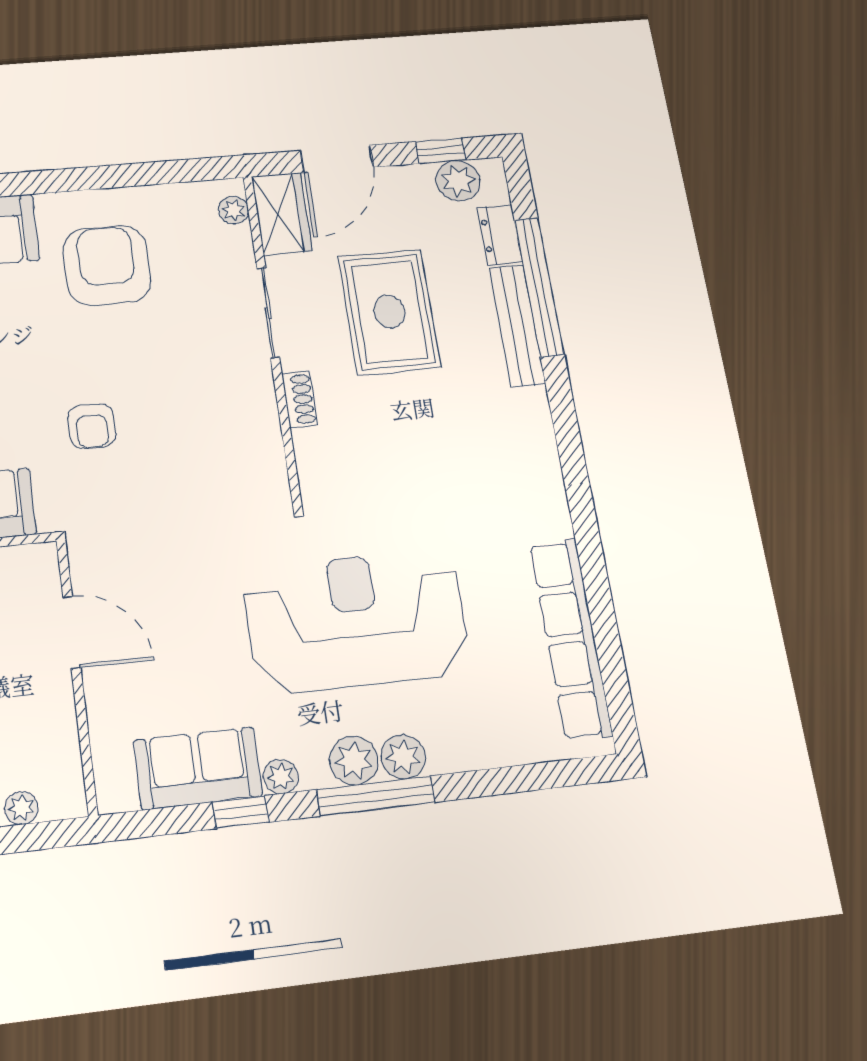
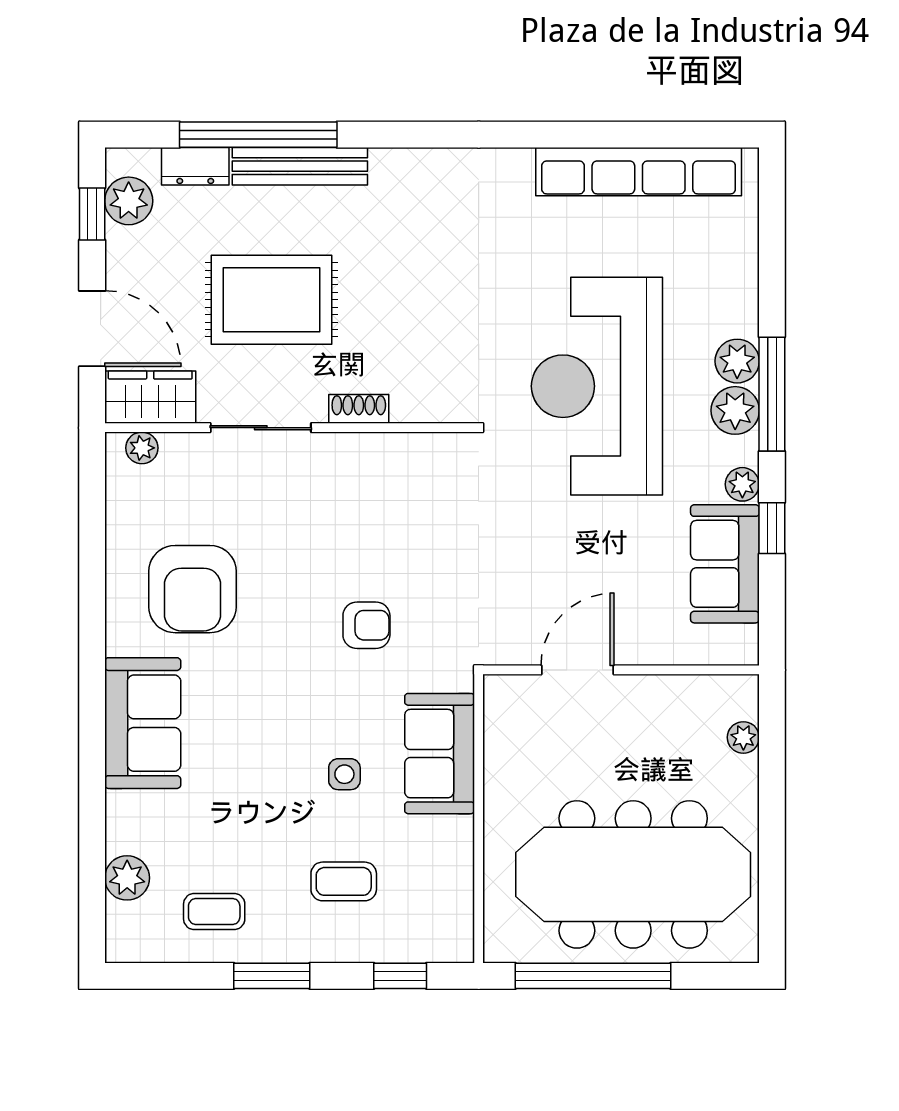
armchair: (107, 265) -> (193, 589), turned -90

